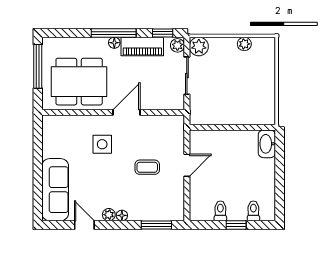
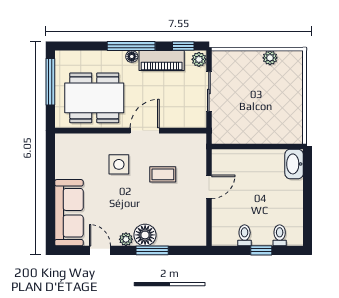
plant: (199, 46) -> (222, 61), removed
coffee table: (147, 167) -> (163, 174), moved
floor lamp: (122, 215) -> (145, 235), width x1.89, depth x1.89
window: (156, 225) -> (152, 250), moved

